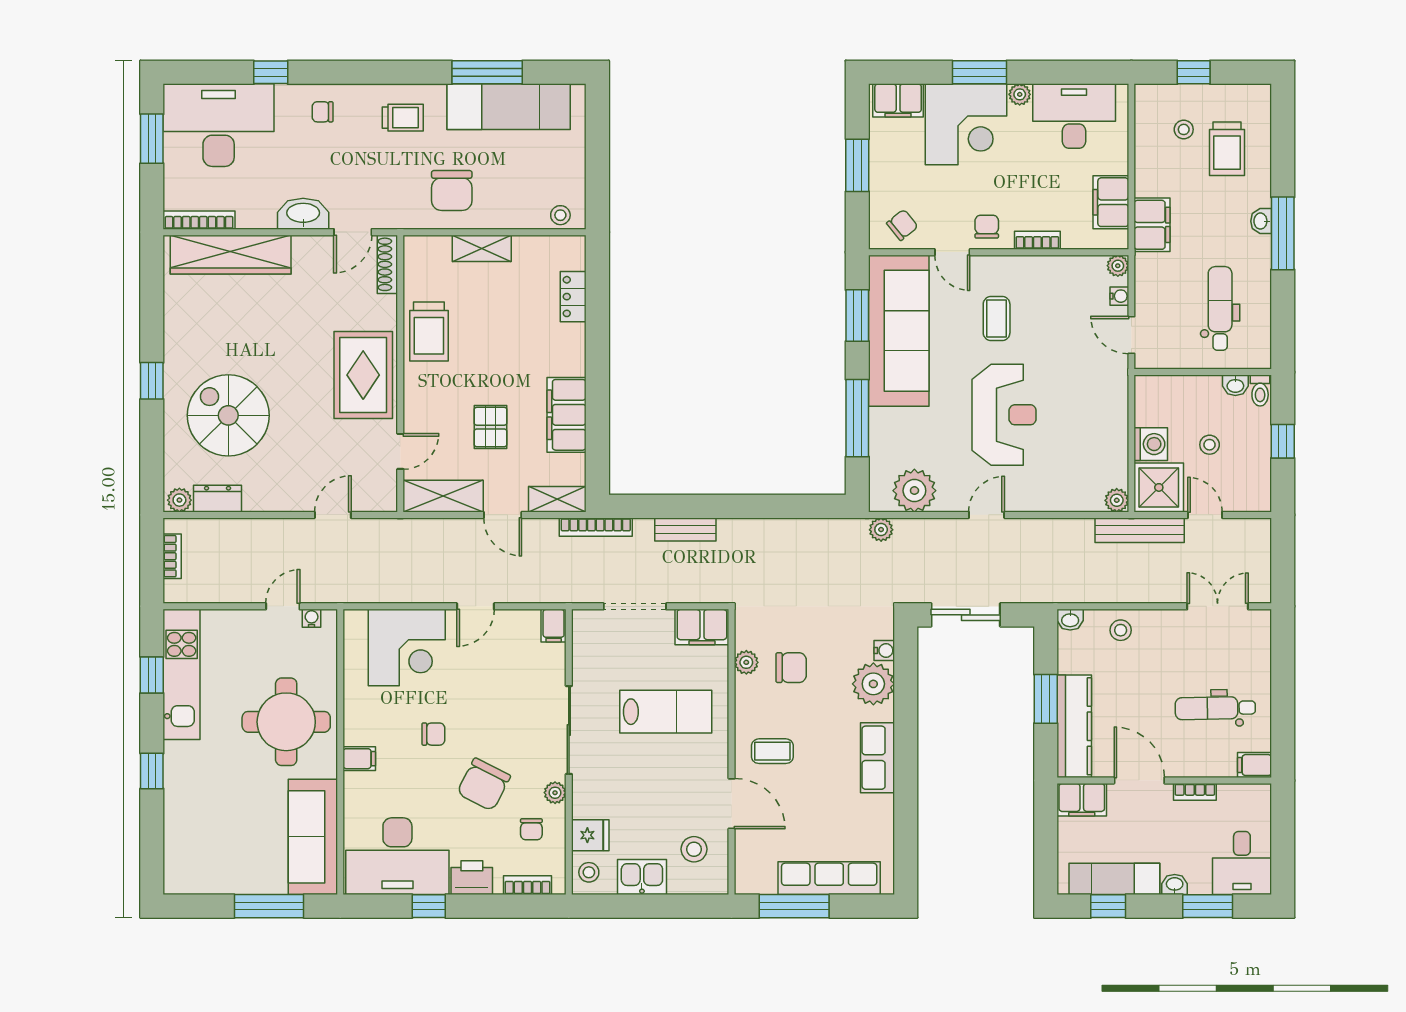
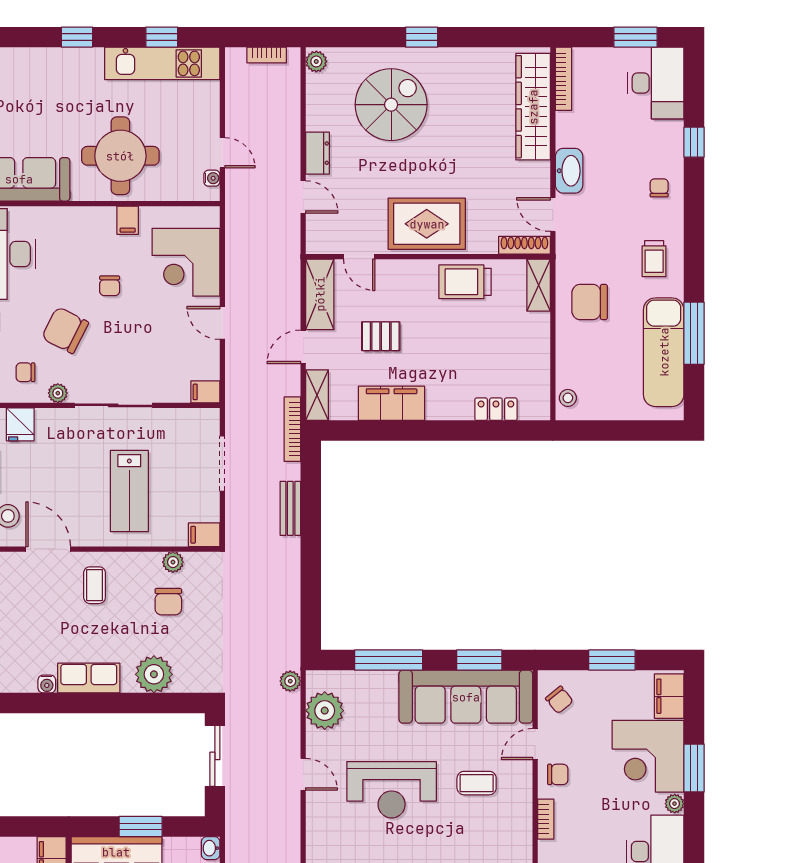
desk: (219, 125) -> (656, 83), width x0.73, depth x0.77
shelving: (482, 248) -> (539, 285), moved
dresser: (218, 499) -> (318, 153), moved
filing cabinet: (702, 627) -> (204, 535), width x0.50
water cooler: (884, 651) -> (47, 684), moved
filing cabinet: (359, 759) -> (128, 220), moved
door: (732, 804) -> (48, 549), swing flipped

